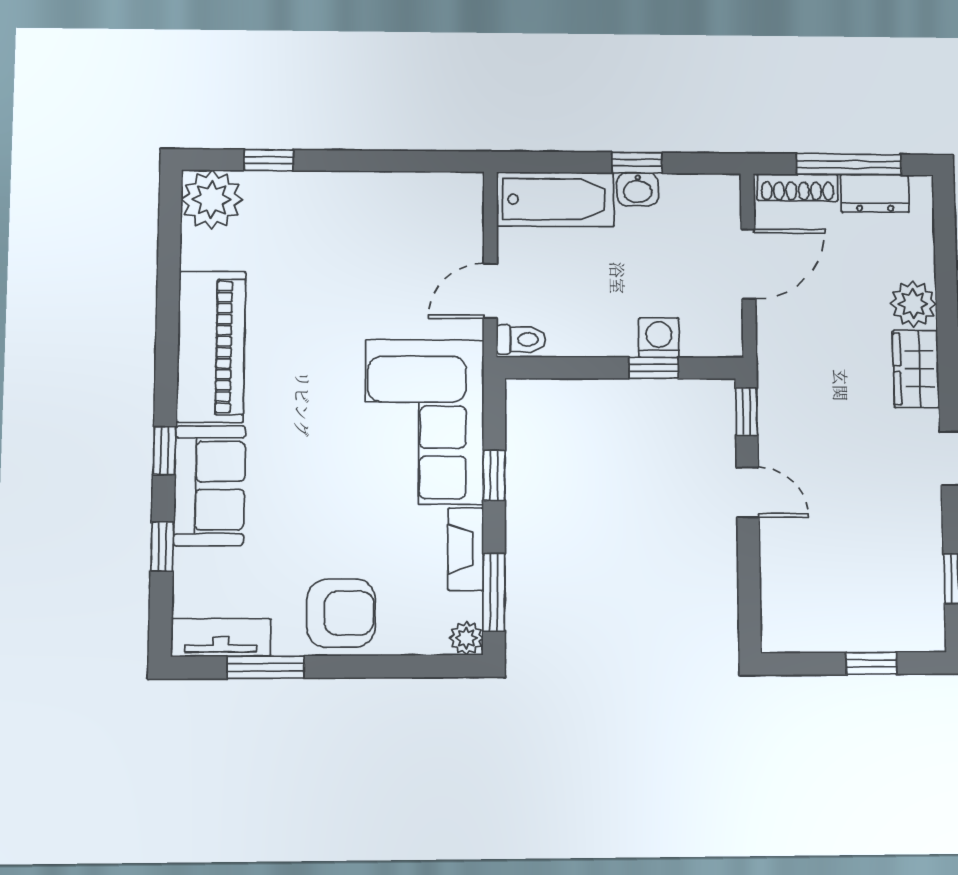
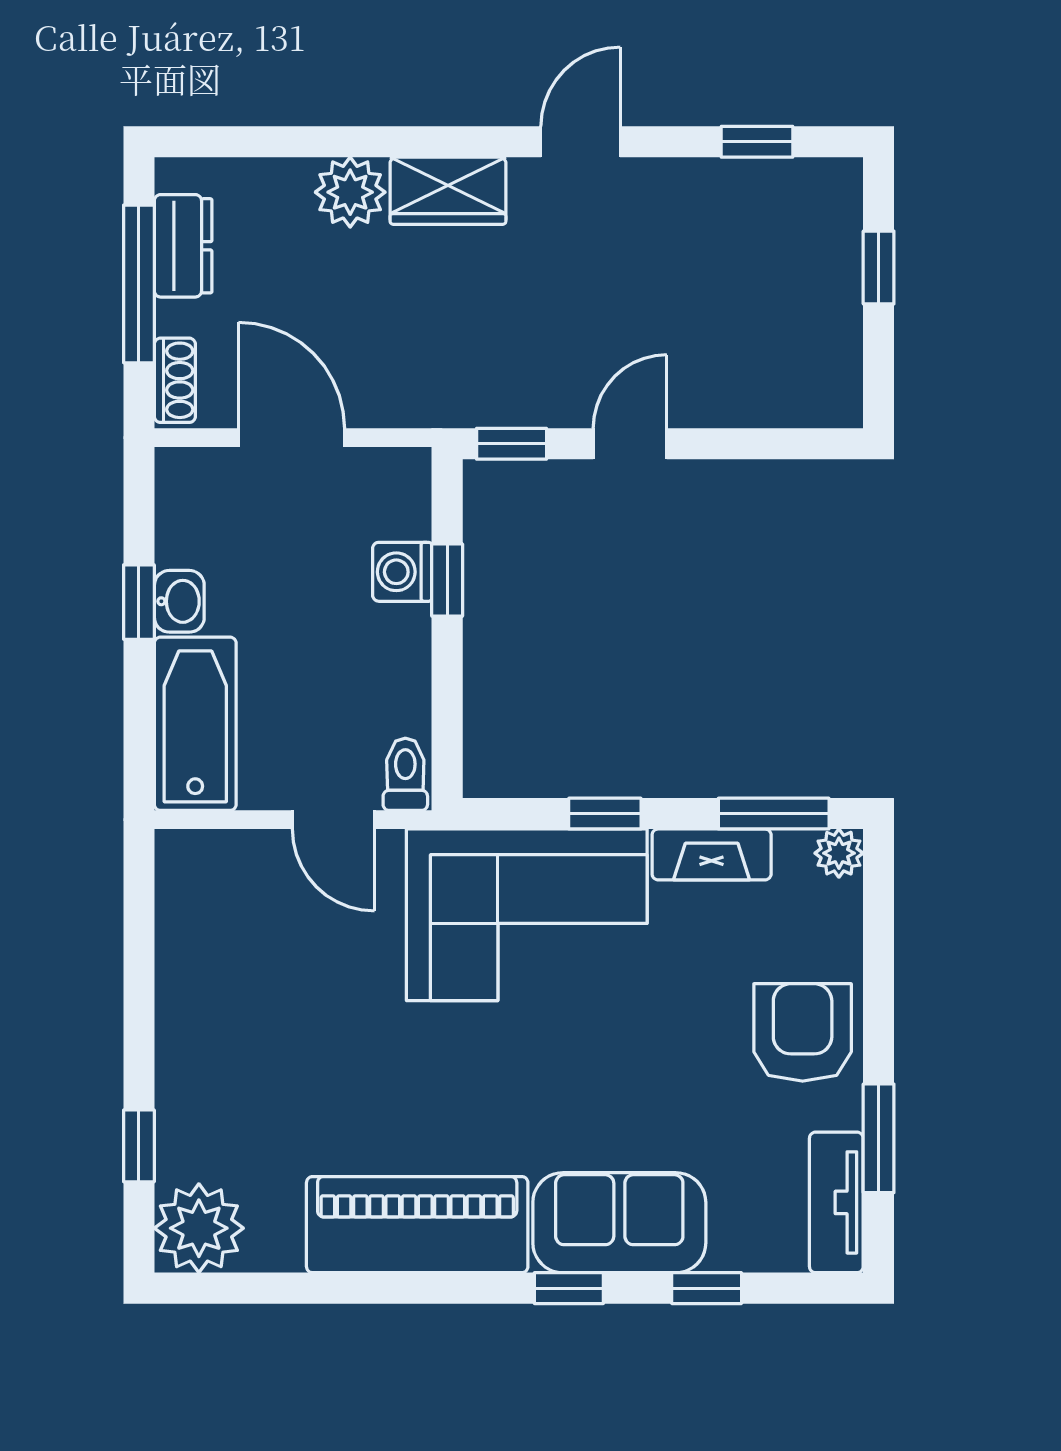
shoe rack: (797, 187) -> (175, 380), width x0.70

